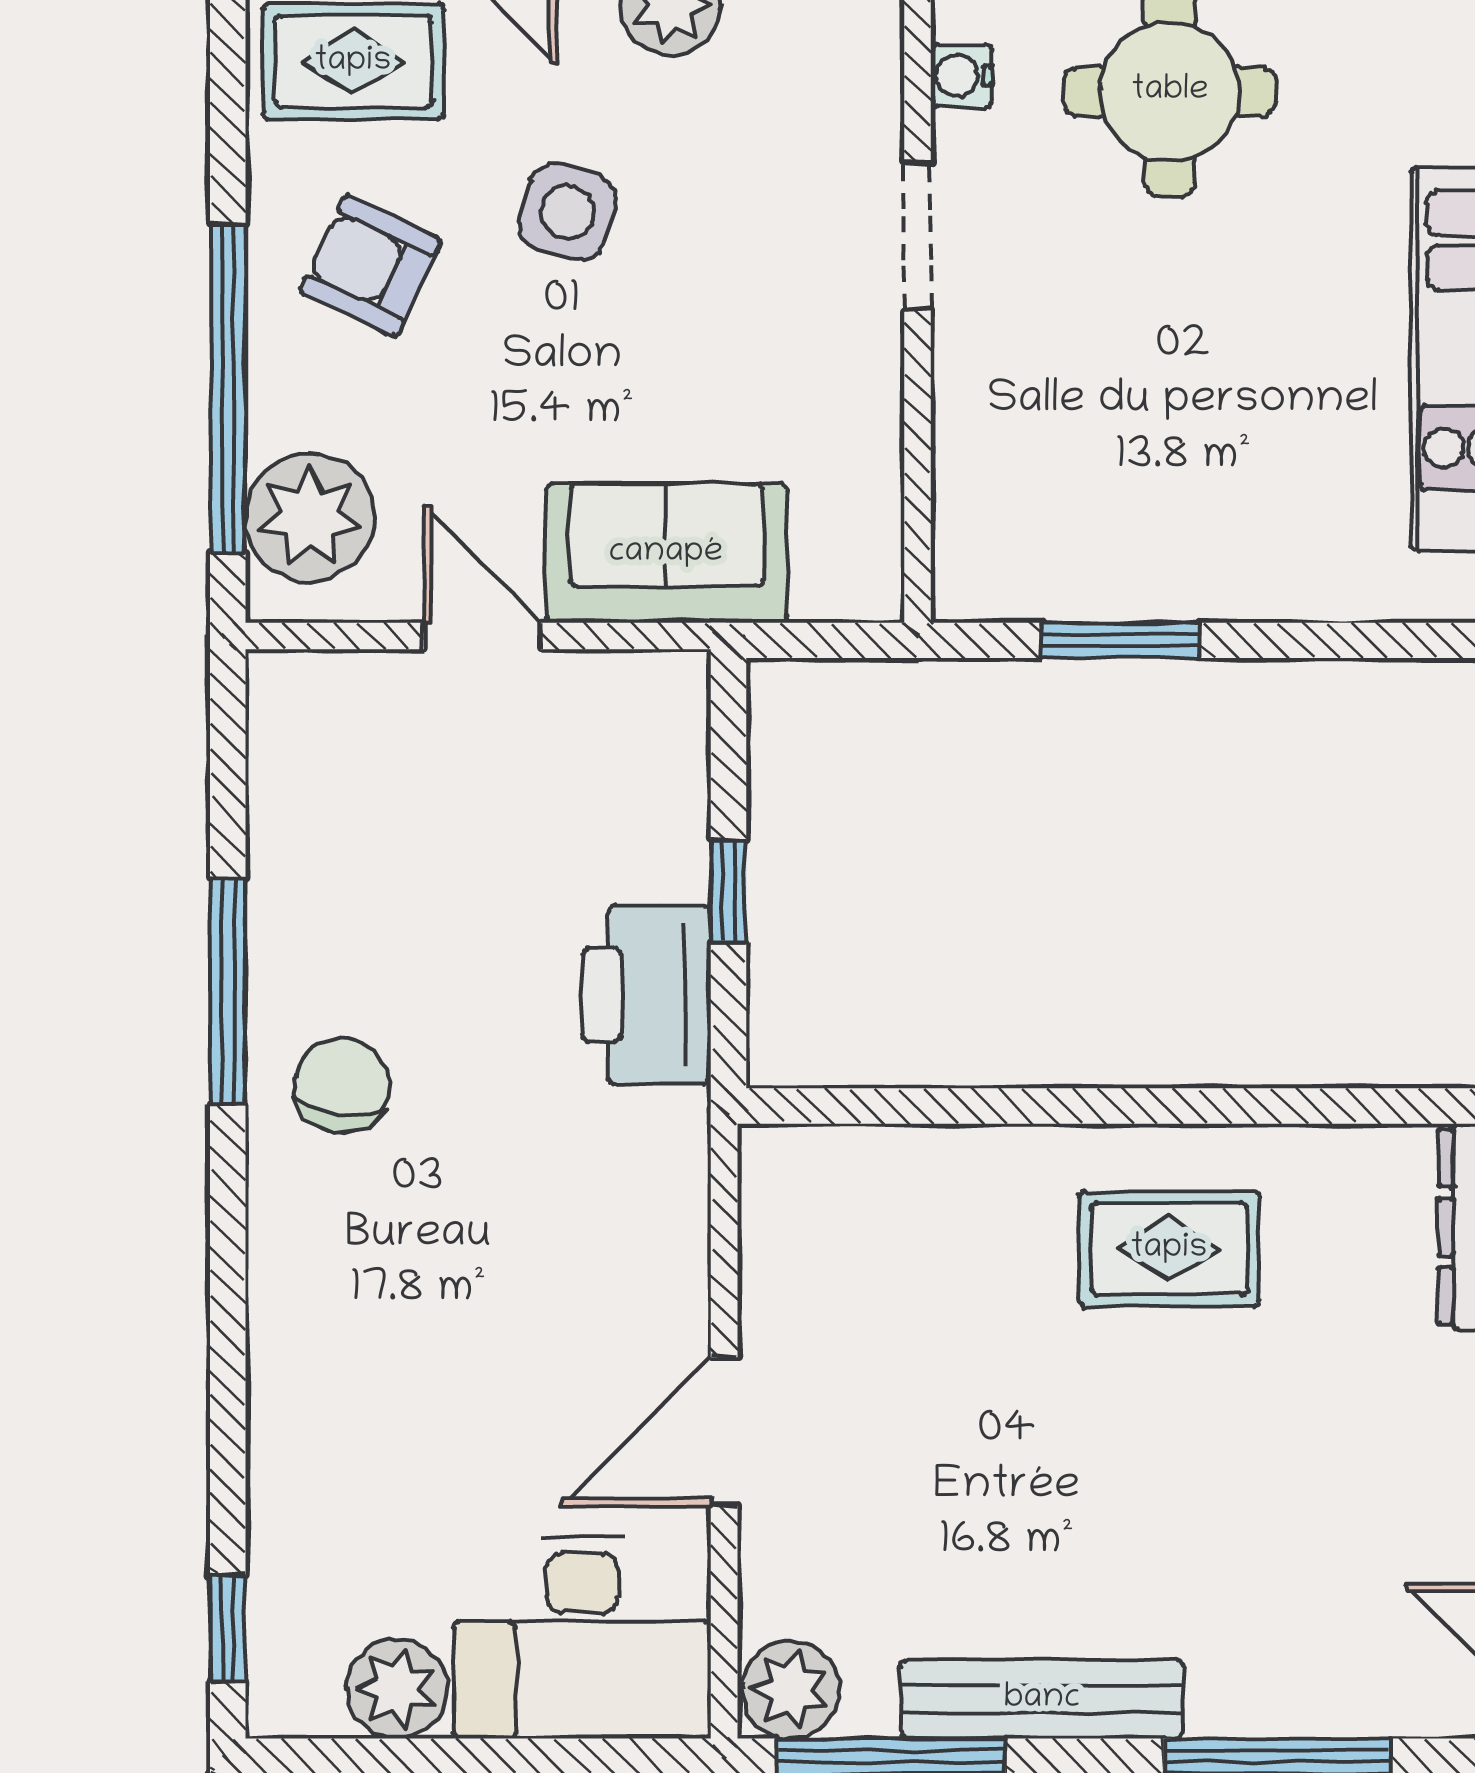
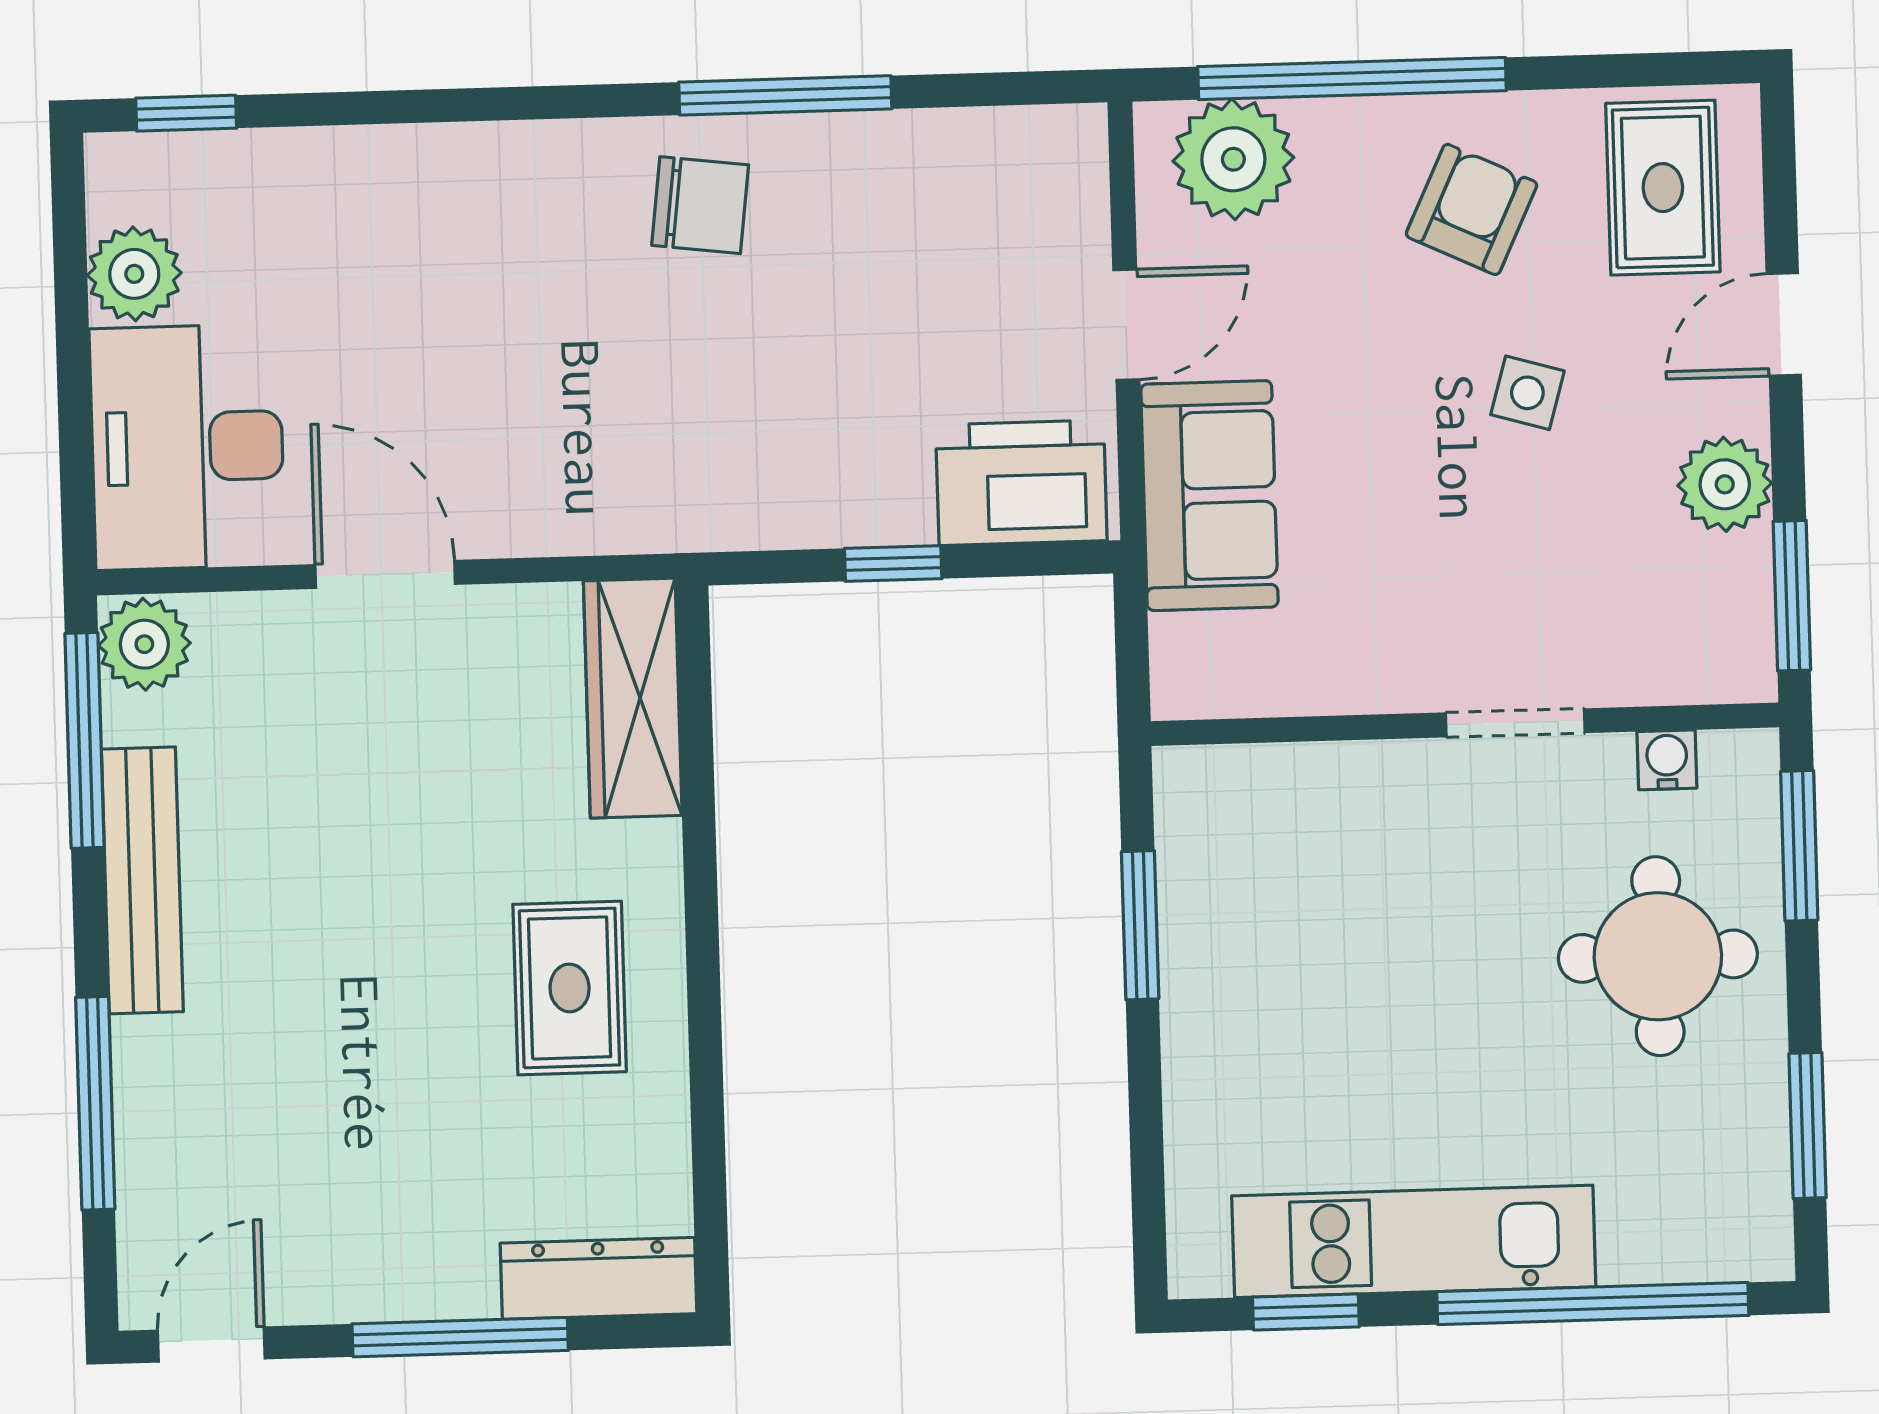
side table: (567, 212) -> (1527, 393), width x0.73, depth x0.73
printer: (647, 995) -> (1021, 483), moved
wardrobe: (863, 1172) -> (633, 698), added

